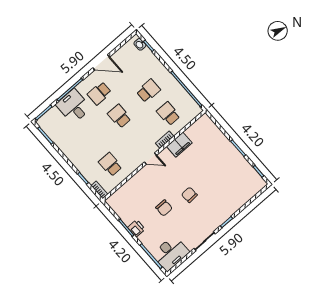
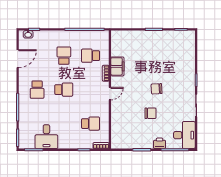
door: (101, 62) -> (18, 59), moved
desk: (74, 106) -> (46, 137), moved, turned -90
school desk: (119, 116) -> (64, 90), turned 180
school desk: (110, 164) -> (91, 124), turned 180
printer: (136, 228) -> (160, 143), moved

